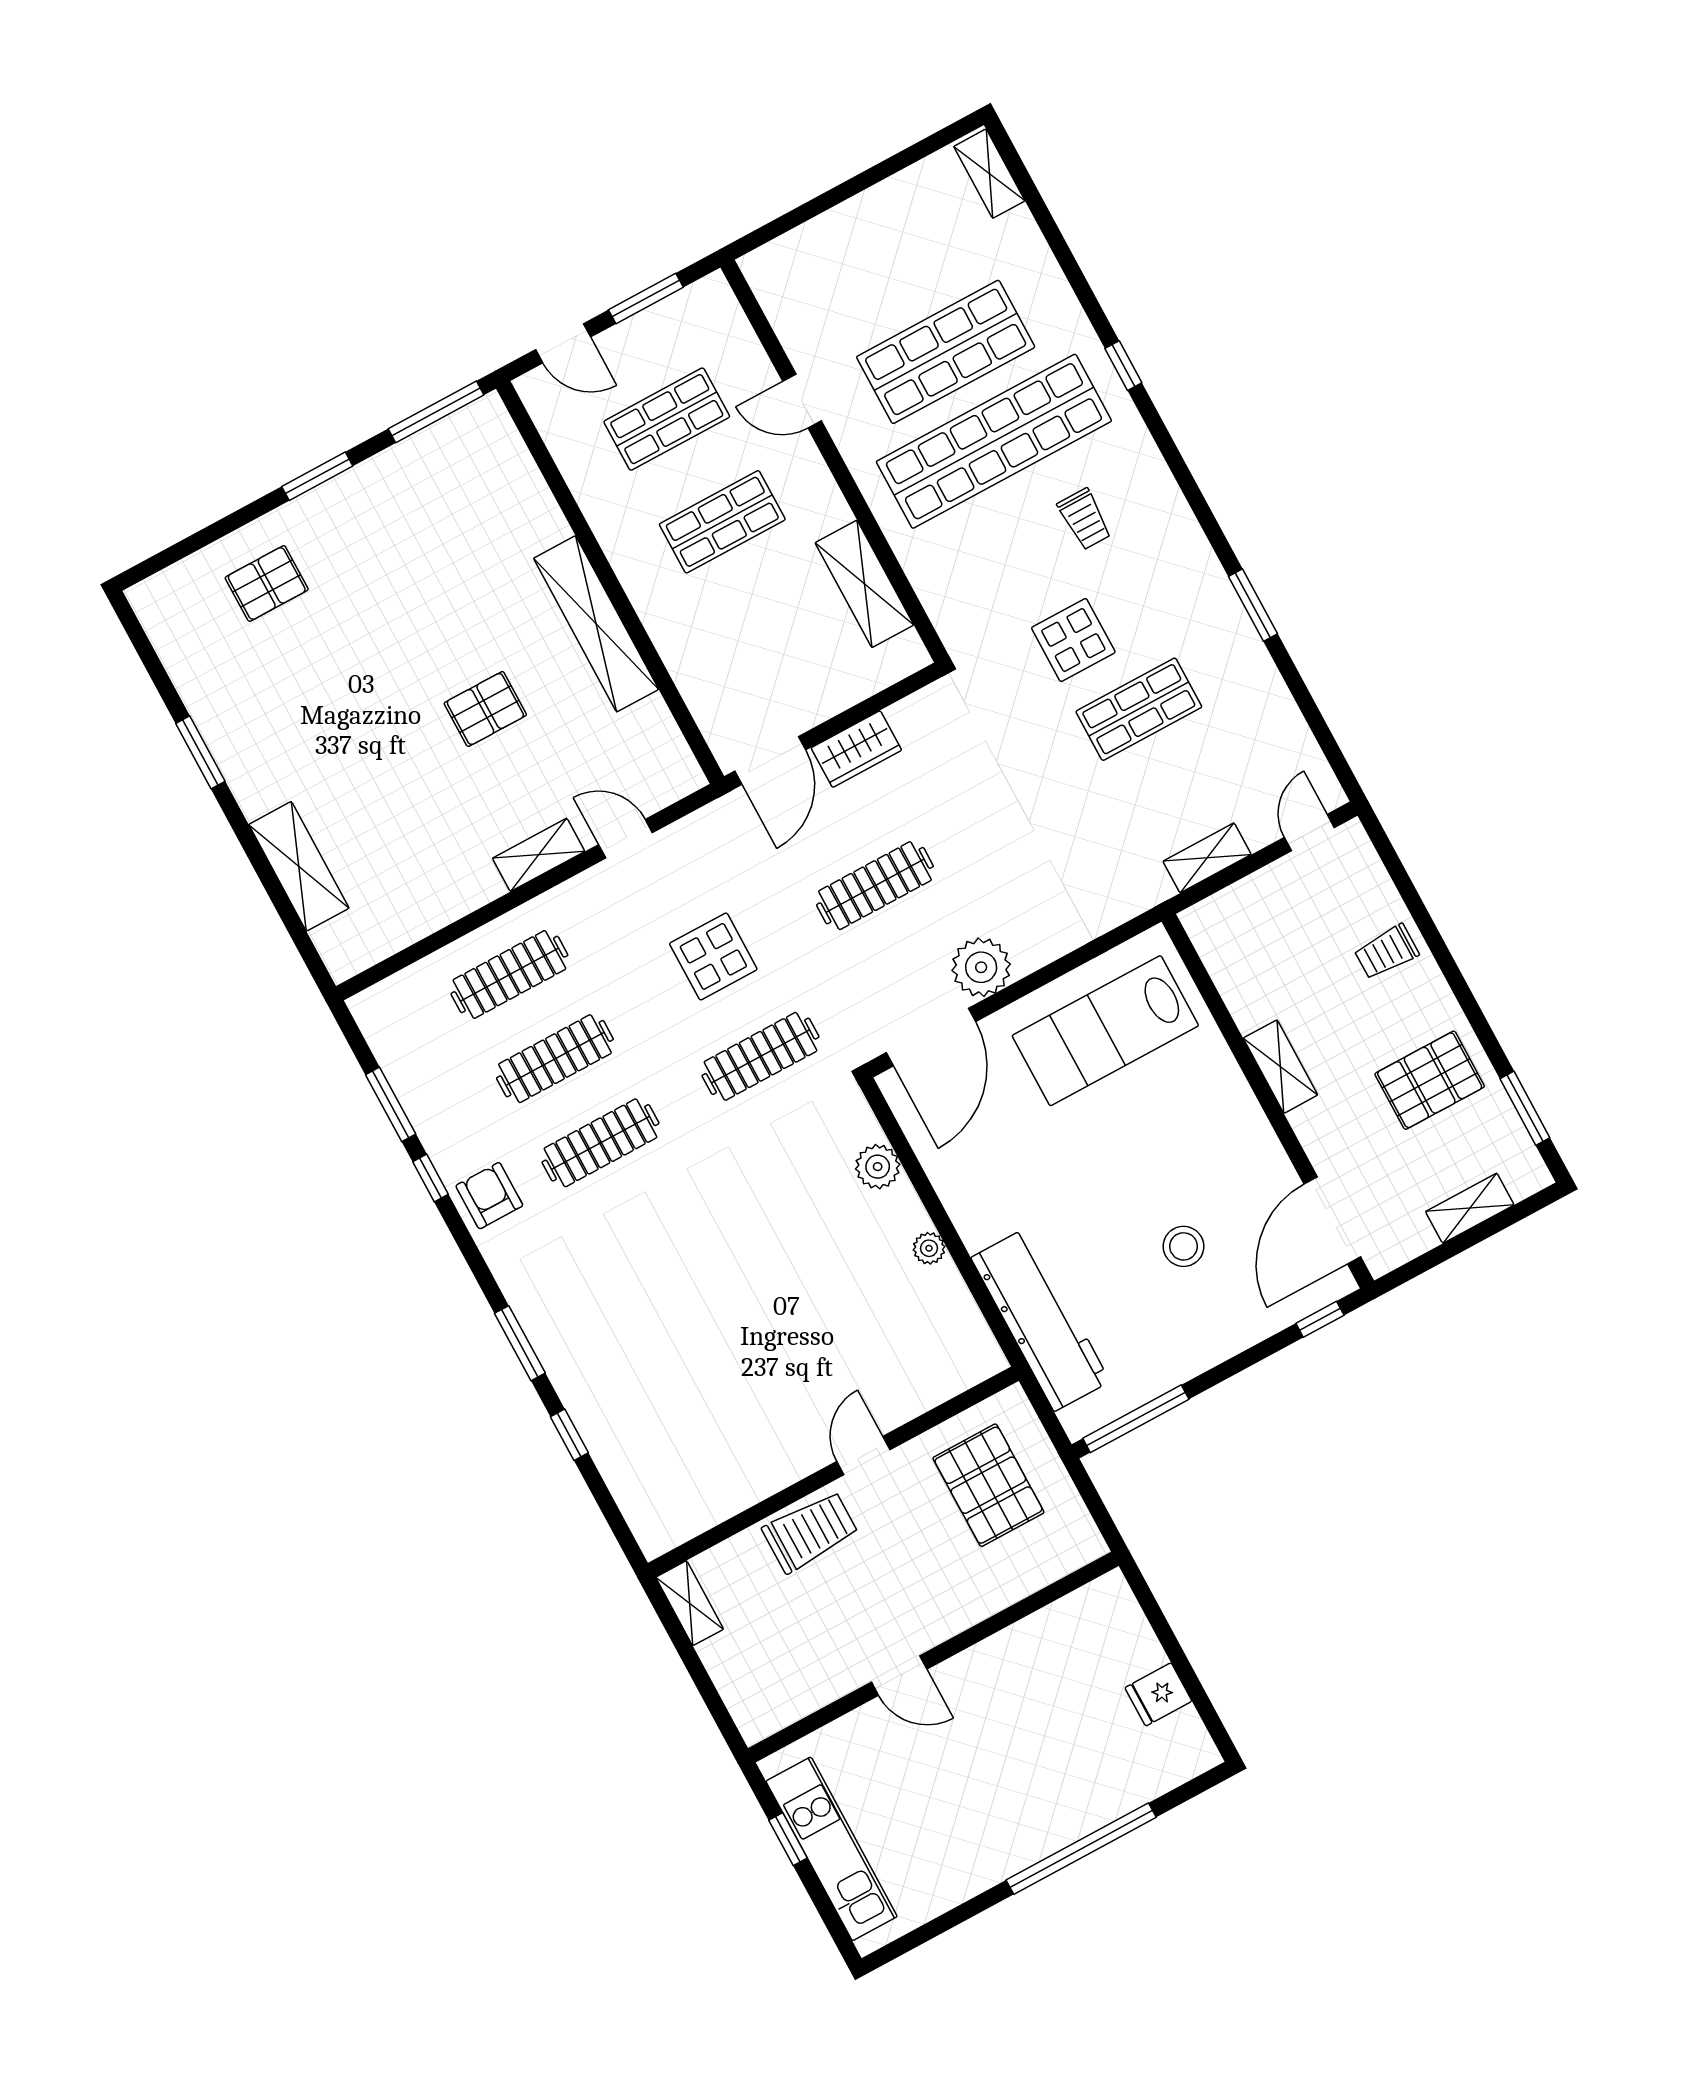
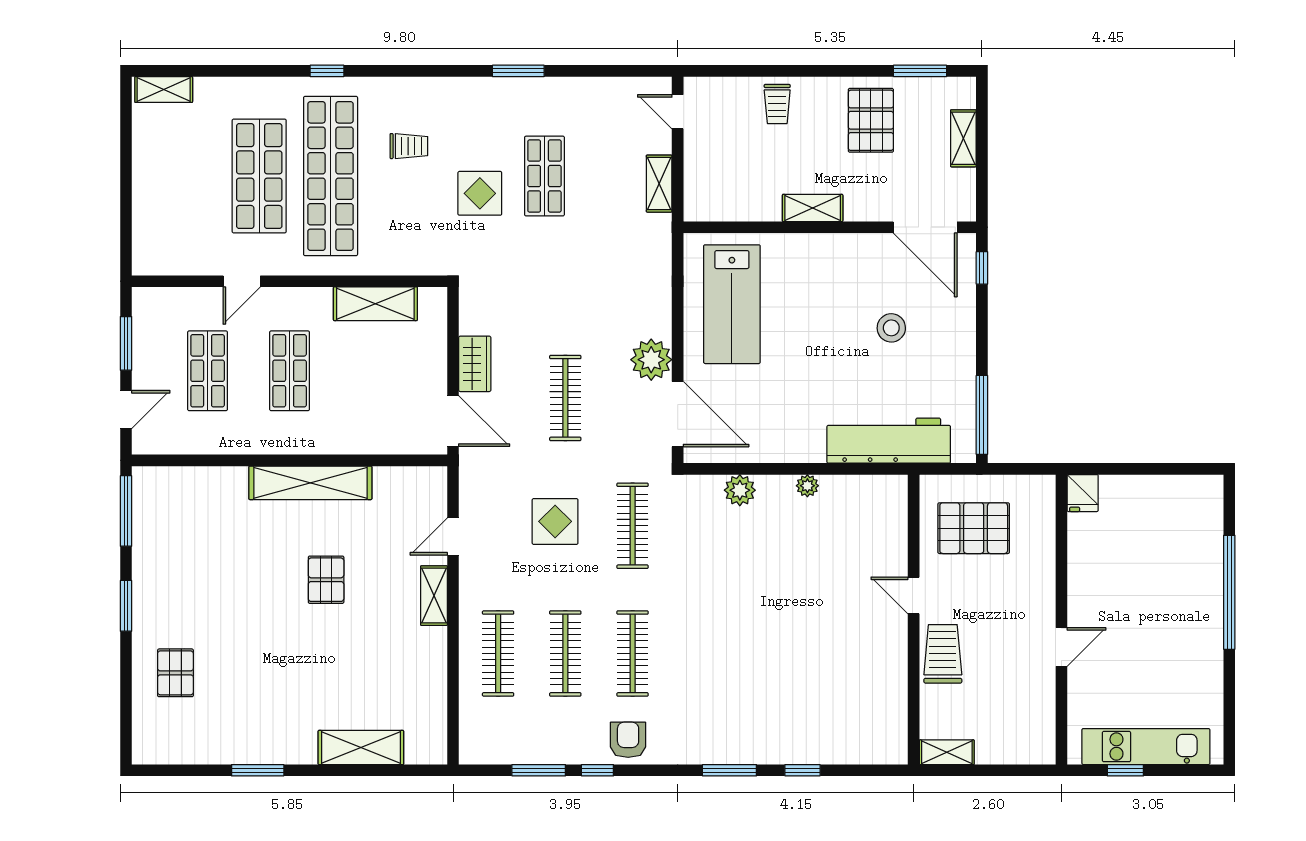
armchair: (489, 1196) -> (628, 740), turned 90
fridge: (1158, 1694) -> (1083, 493), moved

